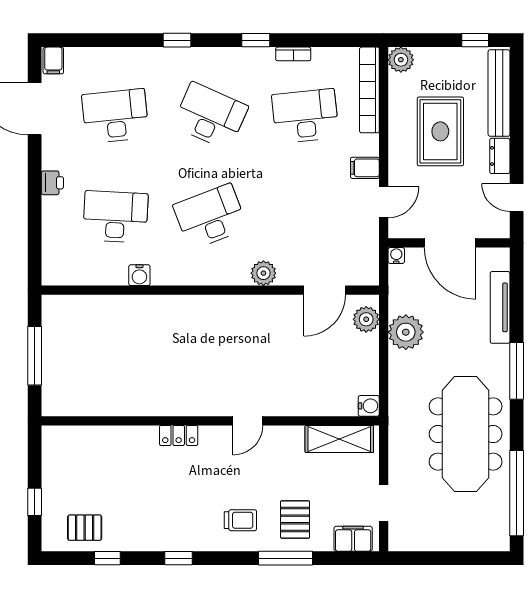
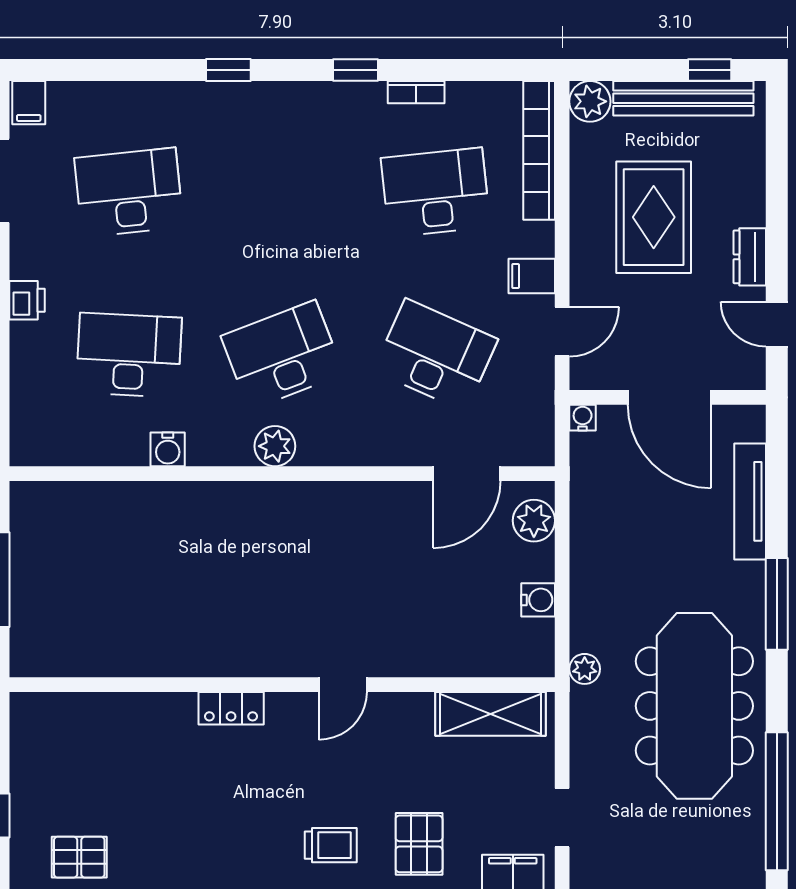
bench: (499, 93) -> (683, 98), moved, turned 90
desk: (210, 116) -> (436, 355), moved
plant: (263, 273) -> (275, 446), moved
plant: (406, 332) -> (585, 669), moved, width x0.53, depth x0.53
water cooler: (369, 406) -> (538, 600), moved

